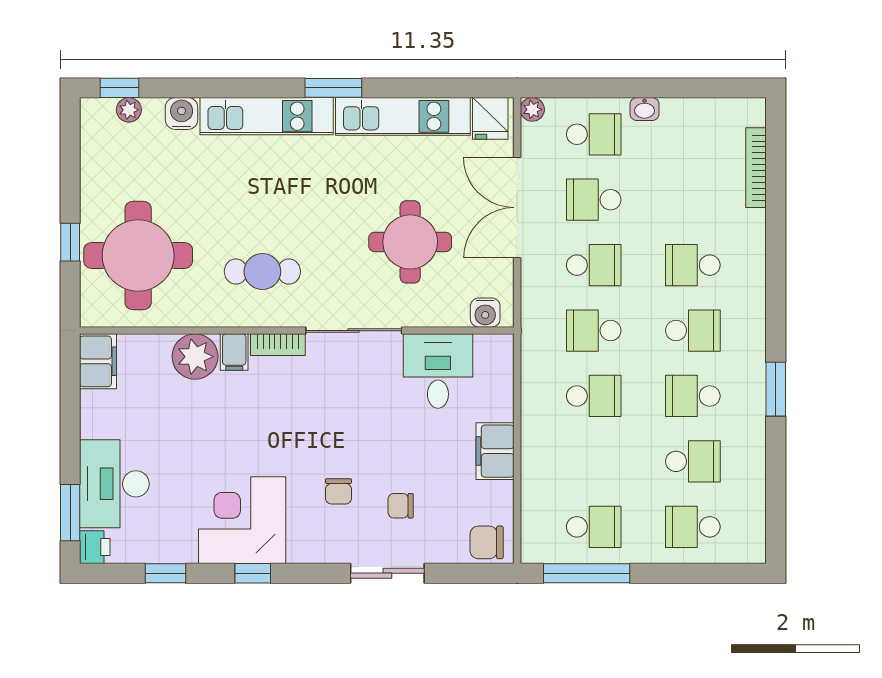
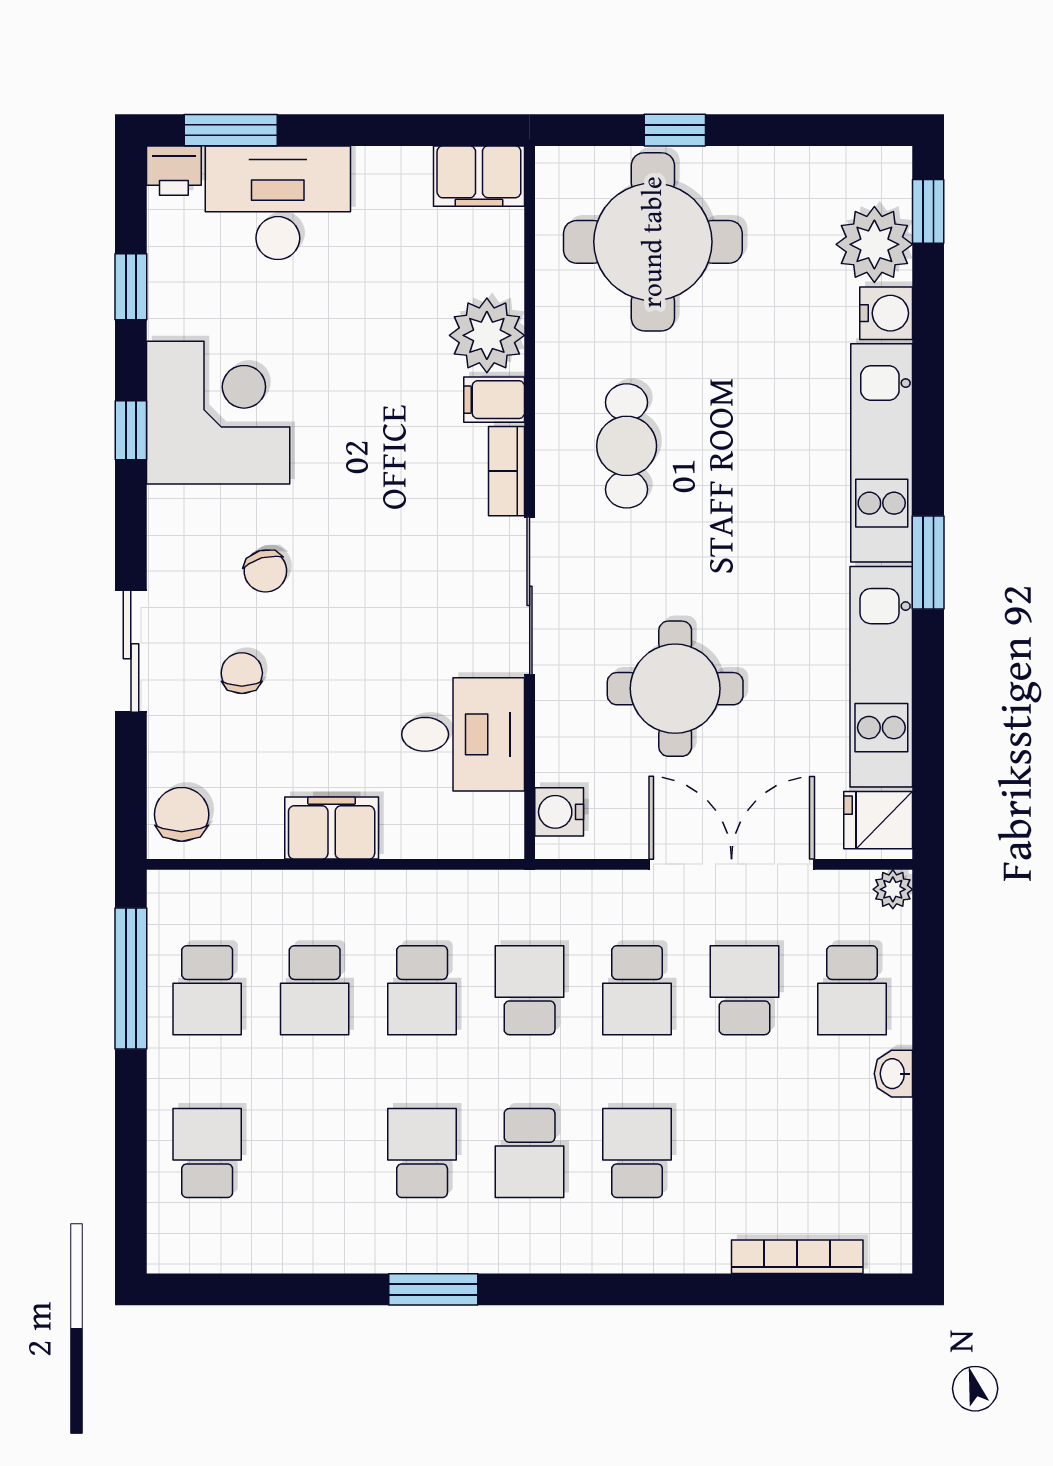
plant: (129, 110) -> (874, 244), width x1.88, depth x1.88
school desk: (693, 461) -> (315, 990), moved
chair: (339, 491) -> (265, 571), turned -106

